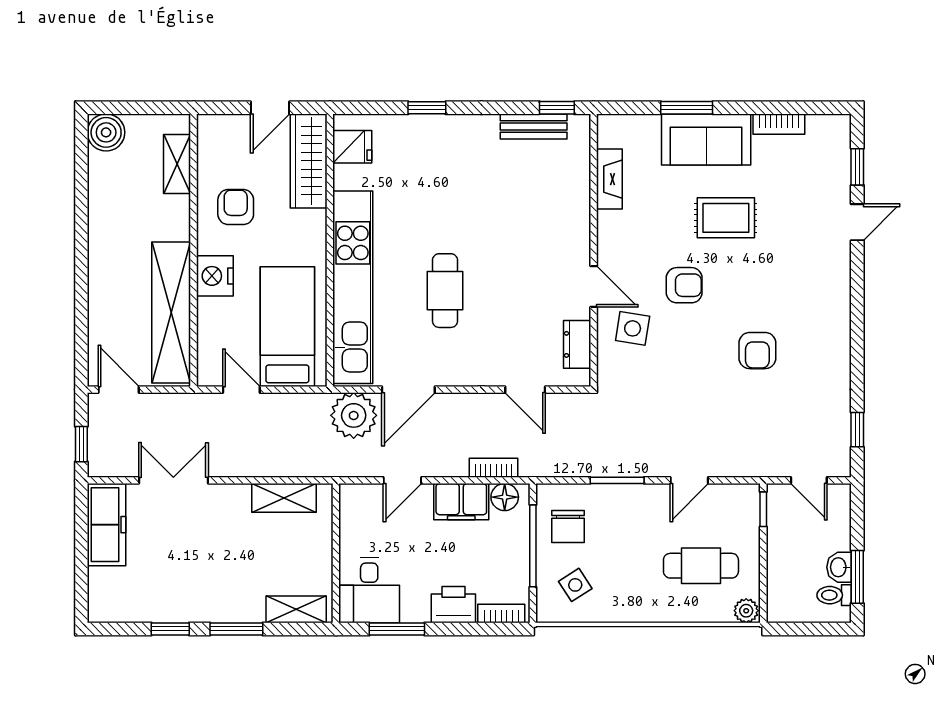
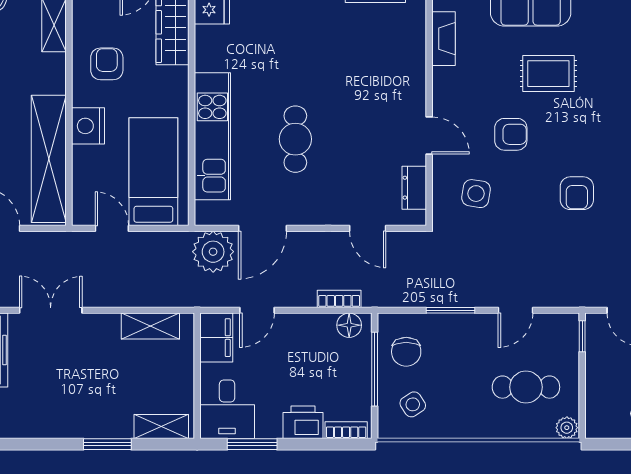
kitchen unit: (353, 287) -> (212, 136), width x0.73
side table: (633, 328) -> (476, 194), moved
filing cabinet: (461, 502) -> (216, 338), moved, turned -90
window: (170, 629) -> (48, 444), removed

